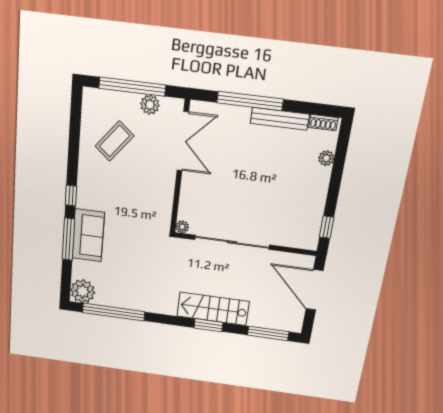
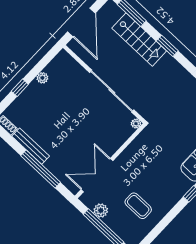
coffee table: (115, 141) -> (138, 206), turned 51
plant: (326, 158) -> (42, 78), moved
window: (327, 227) -> (20, 88), moved
stairs: (213, 309) -> (139, 39), moved

